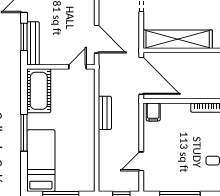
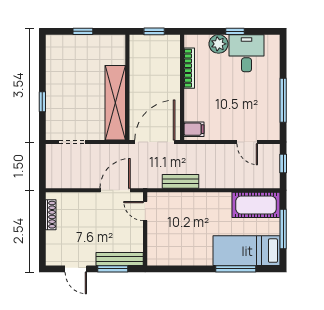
cot: (39, 91) -> (256, 205), moved
bench: (105, 113) -> (181, 181), moved
window: (24, 133) -> (236, 269), moved

